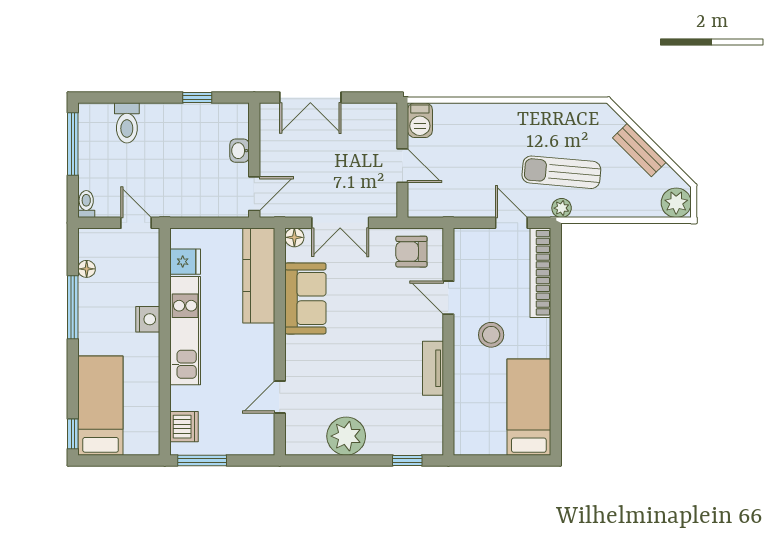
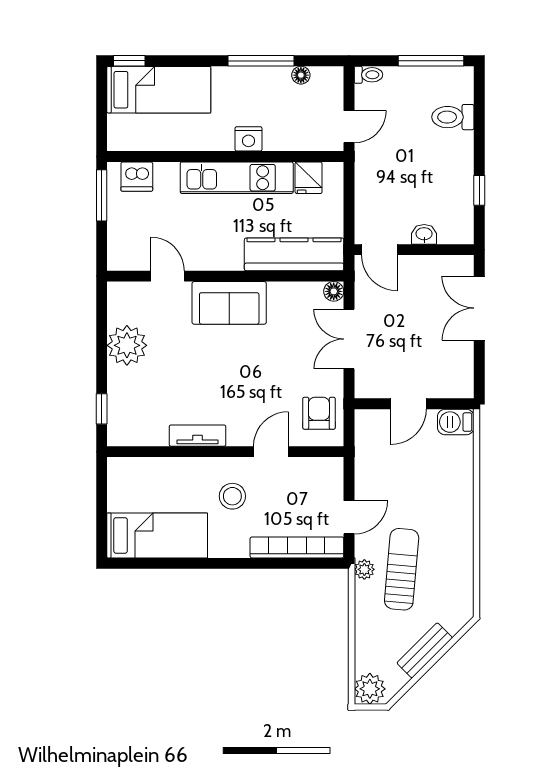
sofa: (305, 298) -> (229, 303), moved

